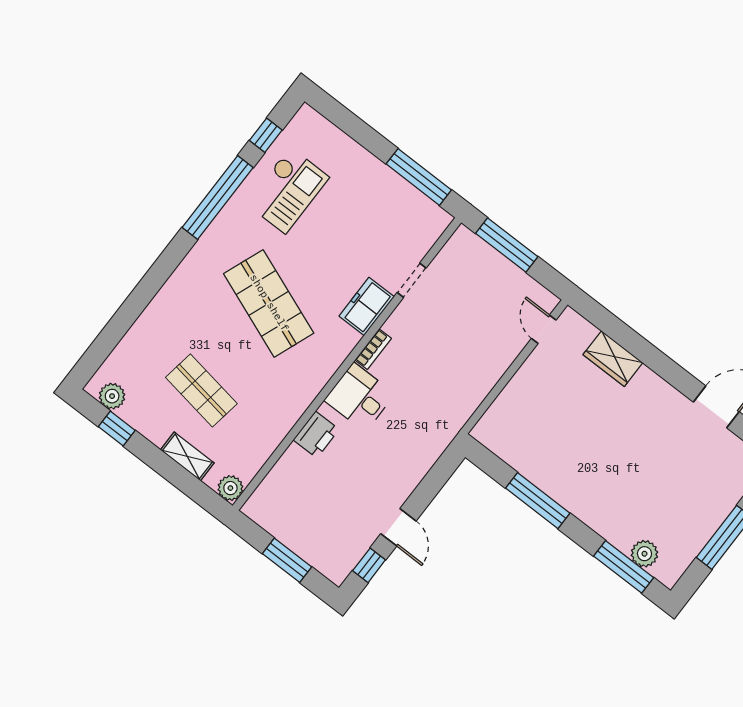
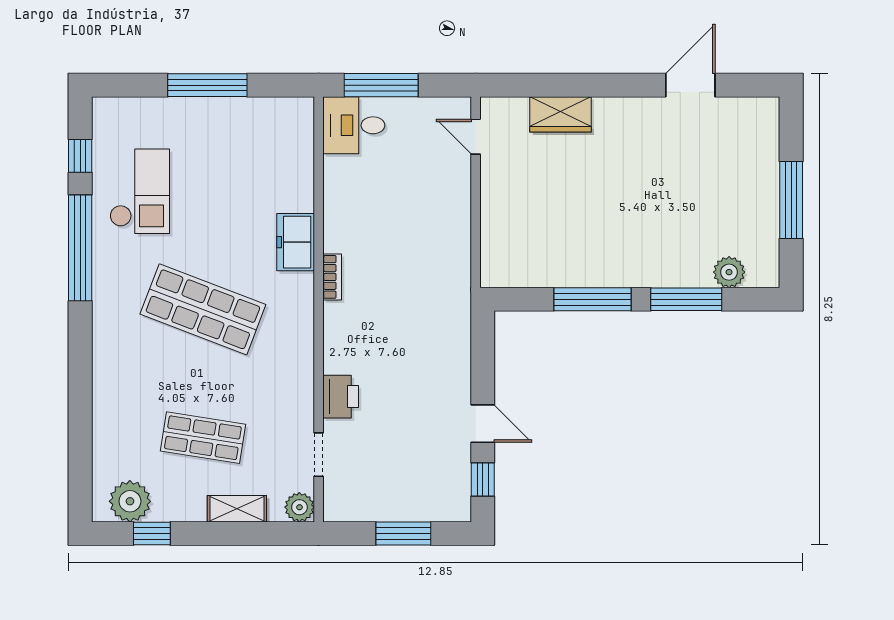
window: (419, 177) -> (207, 85), moved
doorway: (412, 280) -> (319, 455), moved
plant: (112, 396) -> (130, 501), width x1.36, depth x1.36
desk: (359, 397) -> (354, 125), moved
window: (624, 567) -> (686, 299), moved

